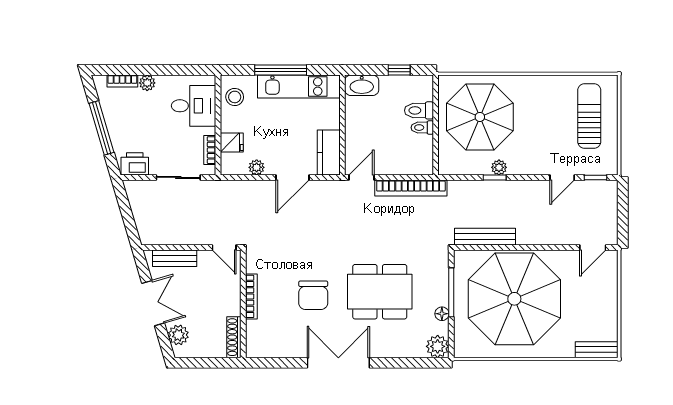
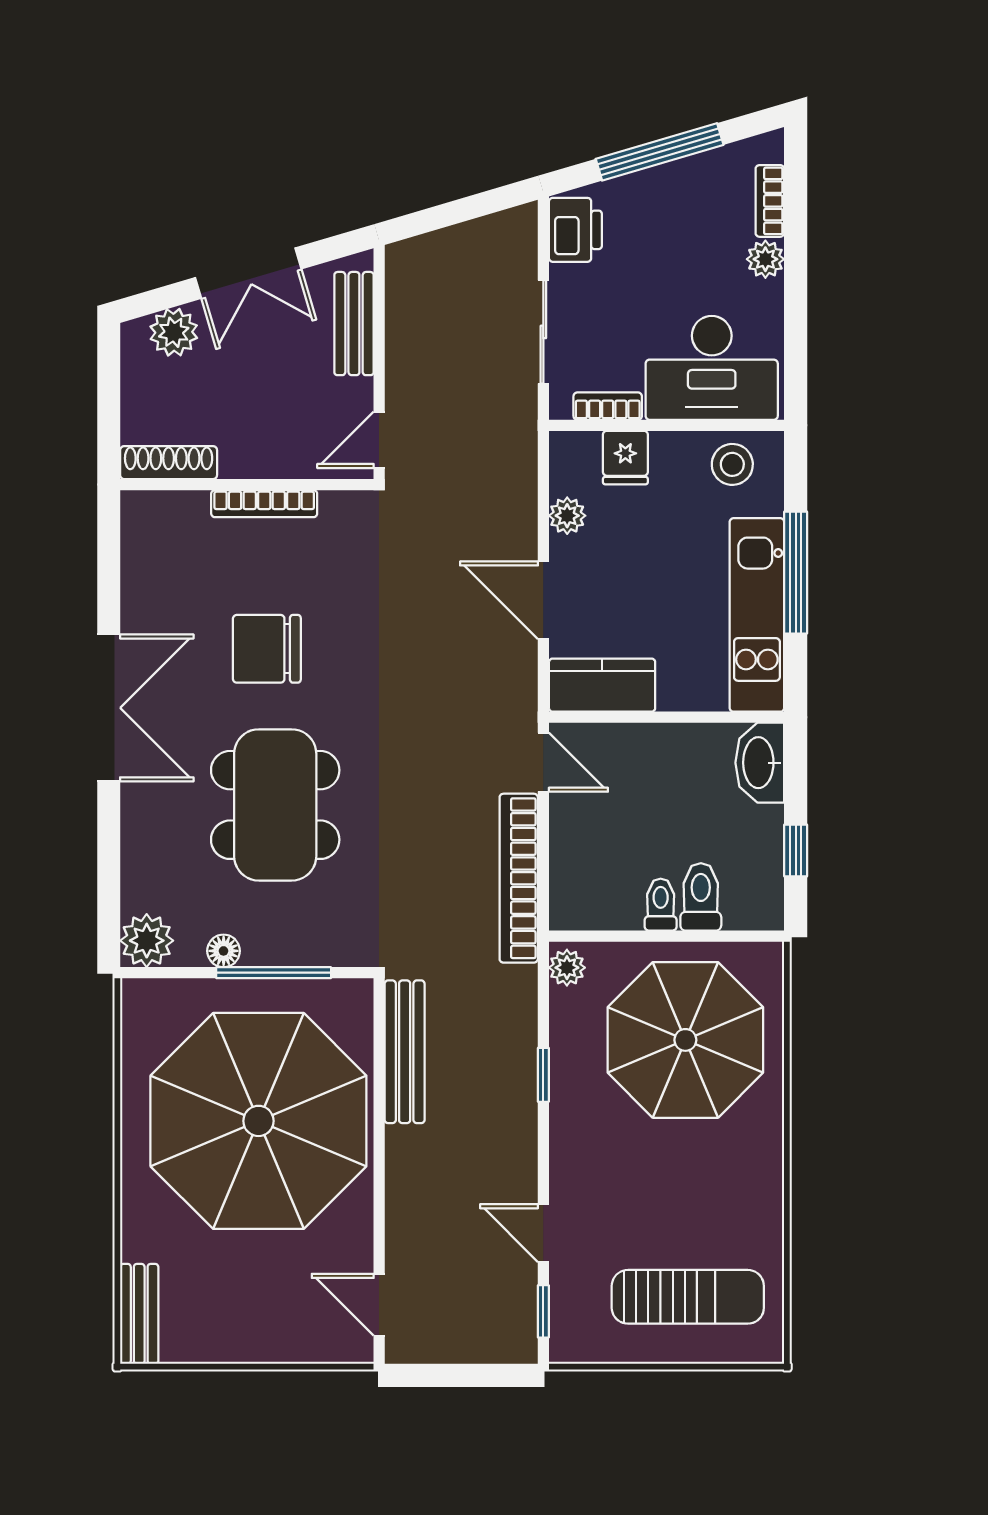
desk: (194, 106) -> (712, 368), width x1.37
plant: (499, 167) -> (567, 968), moved

